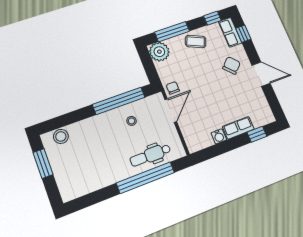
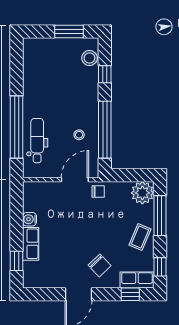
door: (171, 111) -> (75, 180), swing flipped
window: (71, 118) -> (105, 74), added

